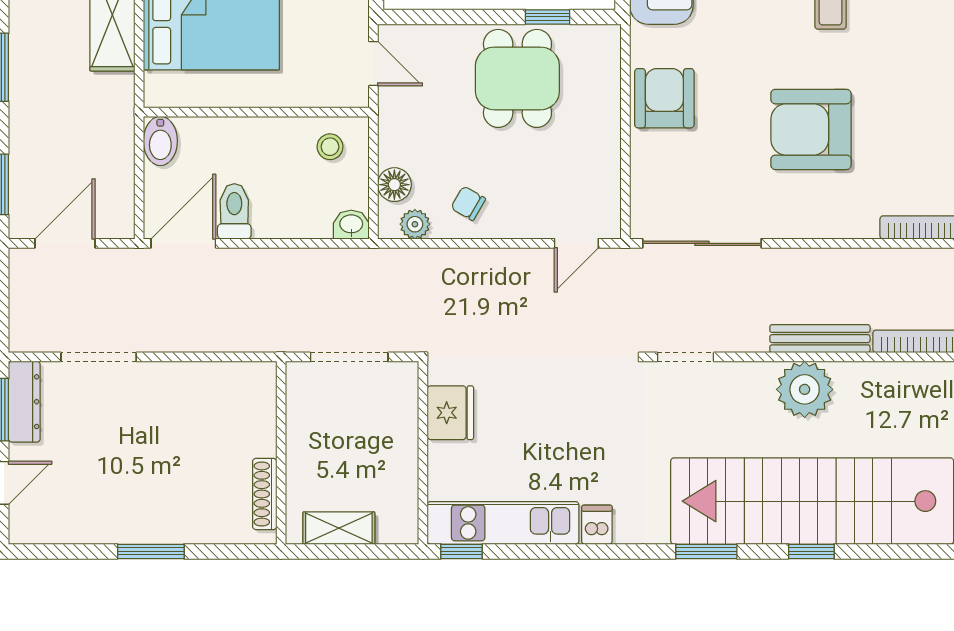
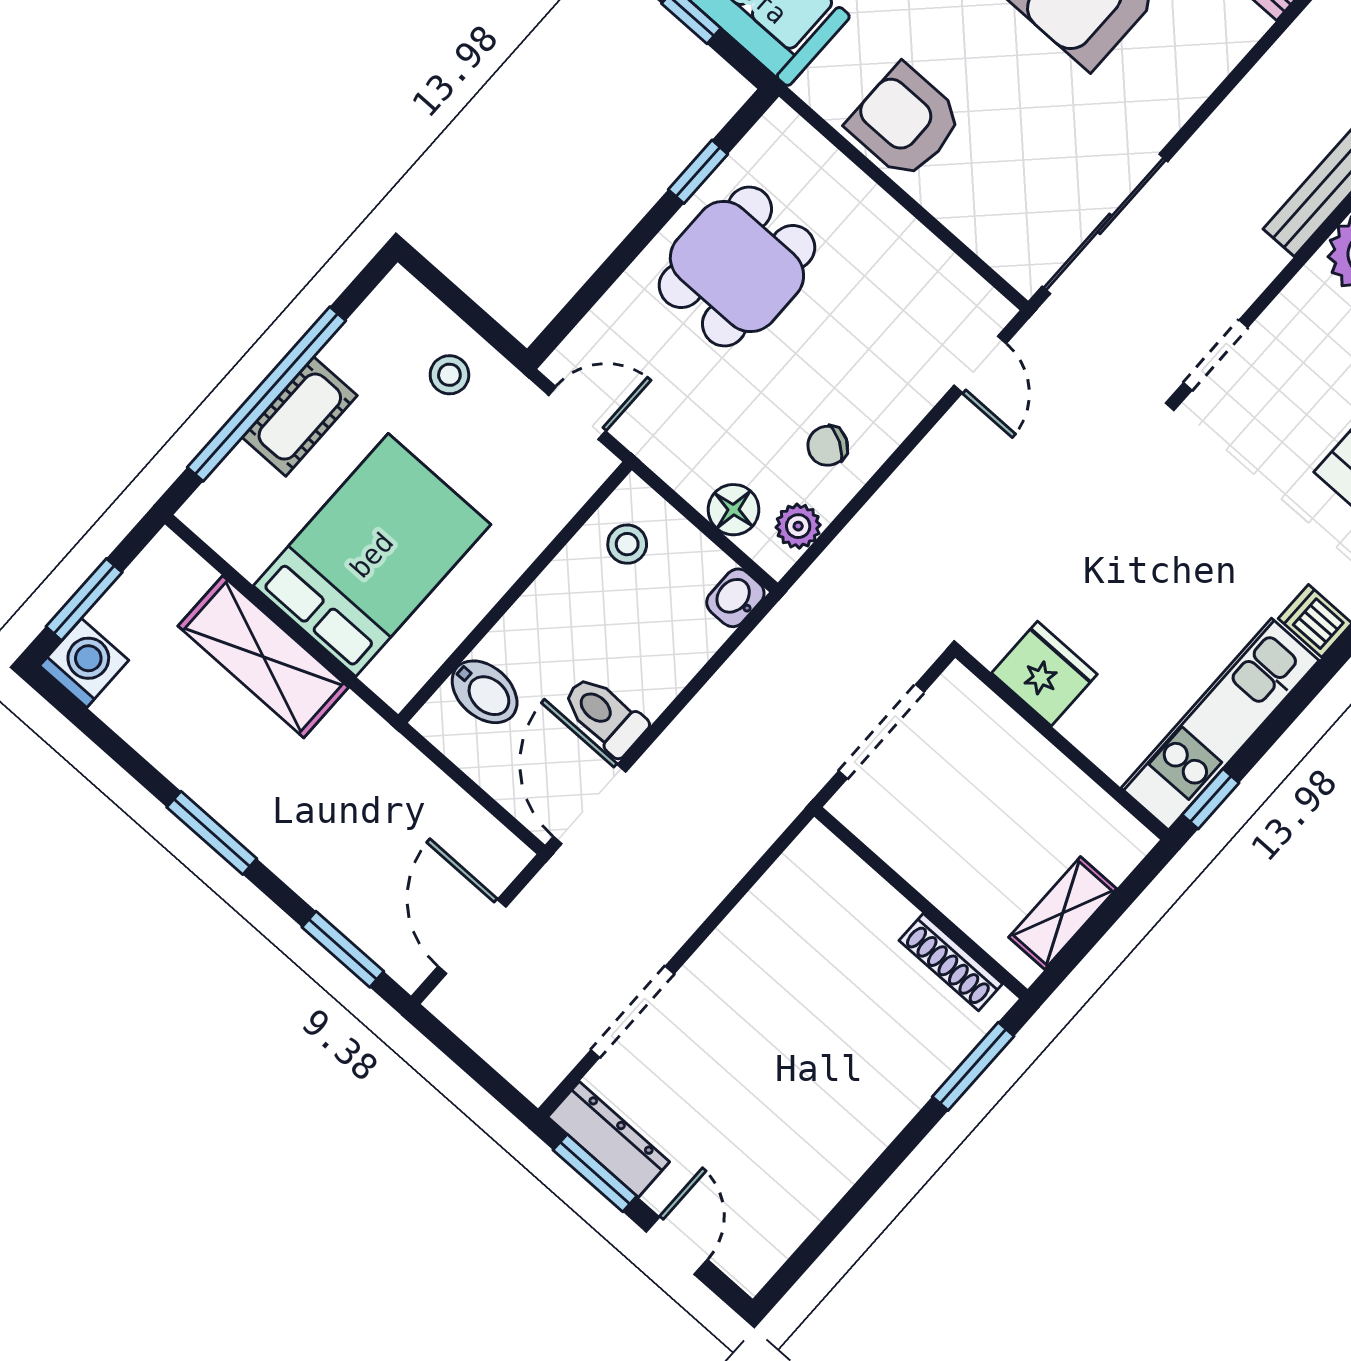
dining table: (517, 78) -> (737, 267), turned 90
bidet: (160, 141) -> (485, 692), moved
window: (151, 551) -> (973, 1066), moved

